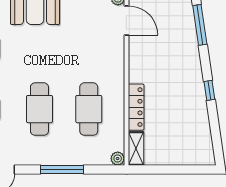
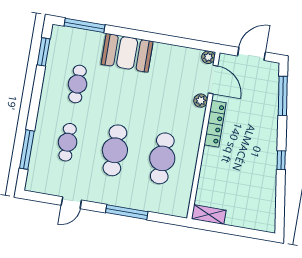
locker: (136, 107) -> (215, 124), moved
shelving: (136, 149) -> (209, 215), moved, turned 90
plant: (118, 159) -> (201, 101), moved

